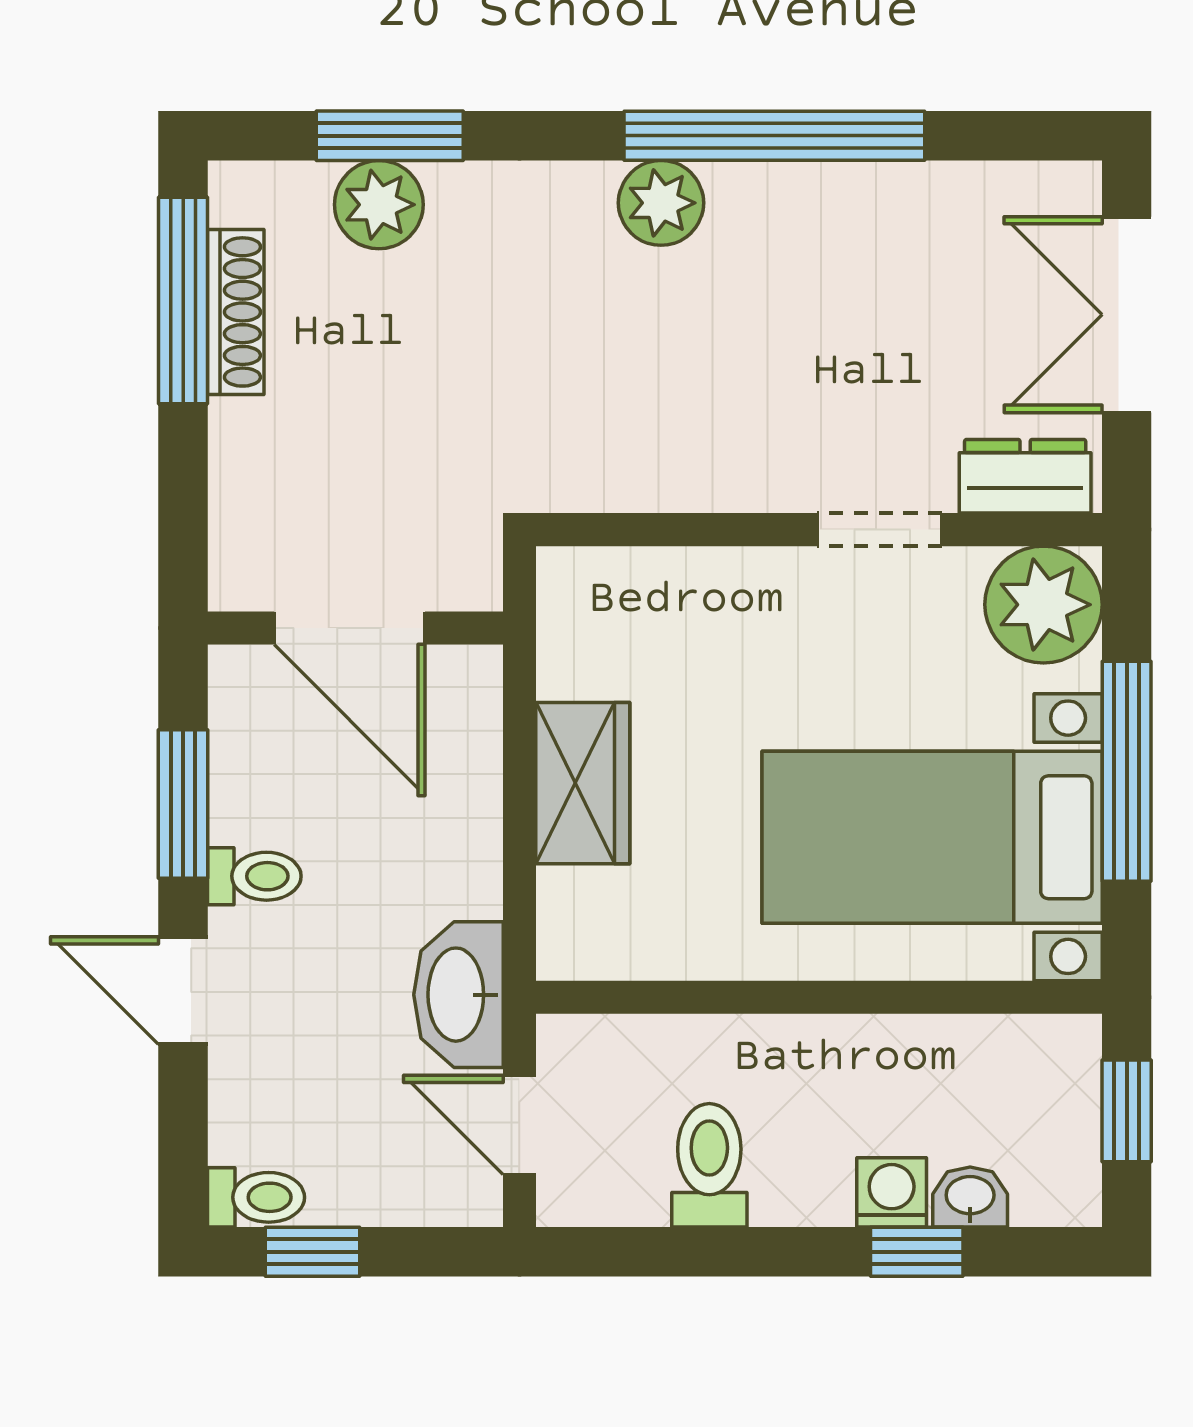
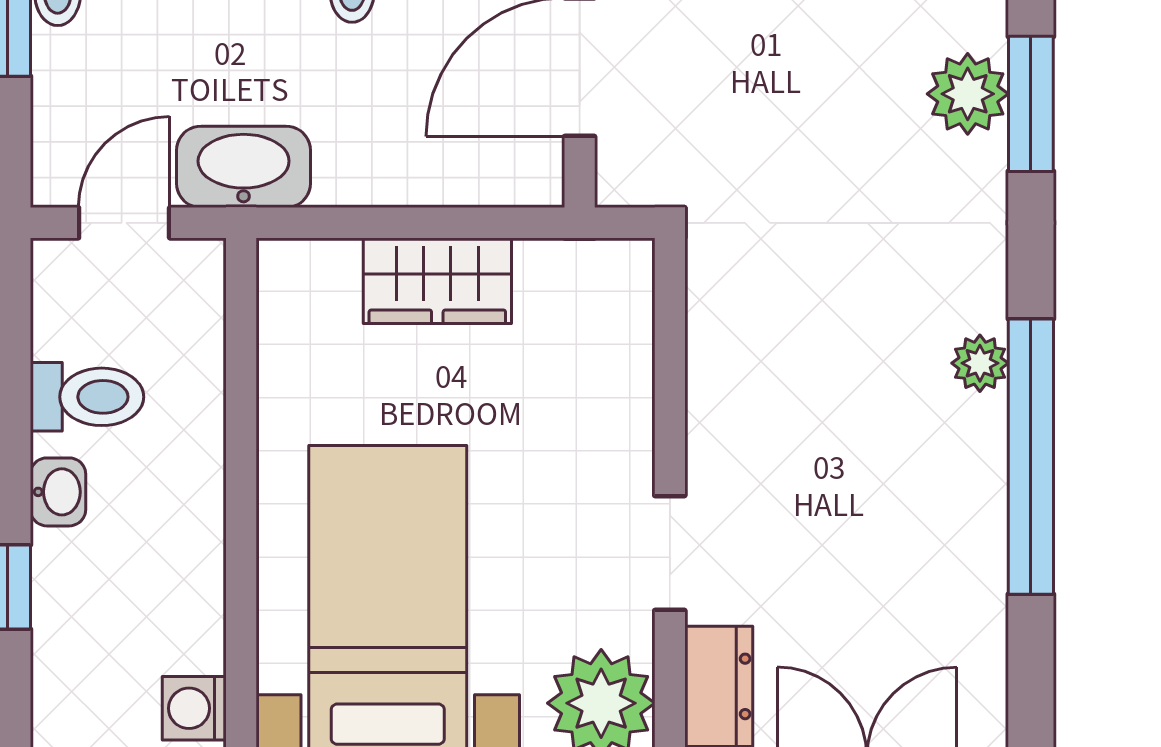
plant: (661, 203) -> (980, 363), width x0.73, depth x0.73
washing machine: (892, 1192) -> (194, 708), moved, turned 180
washbasin: (970, 1197) -> (58, 492), moved

